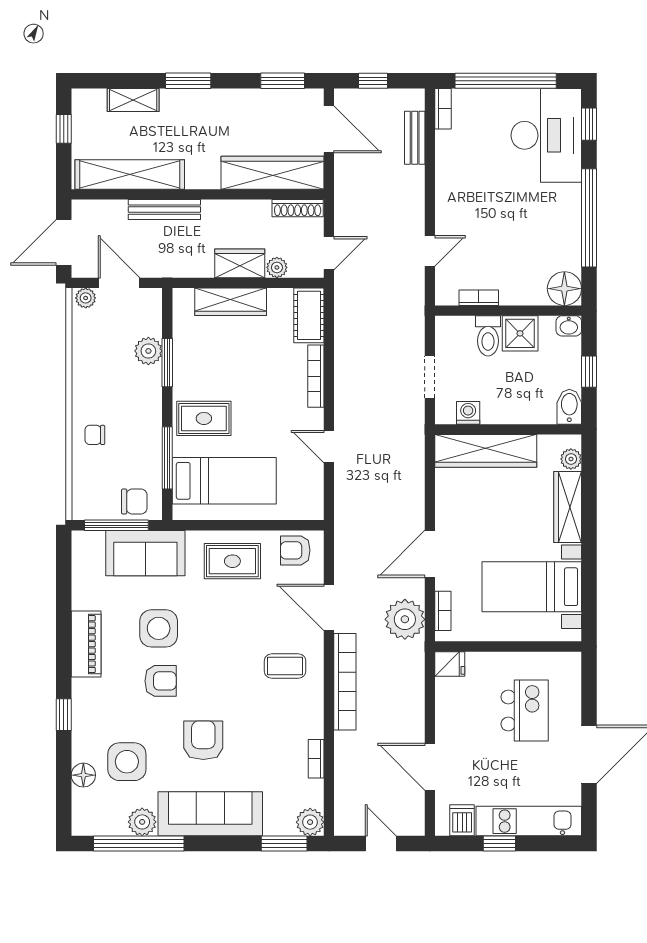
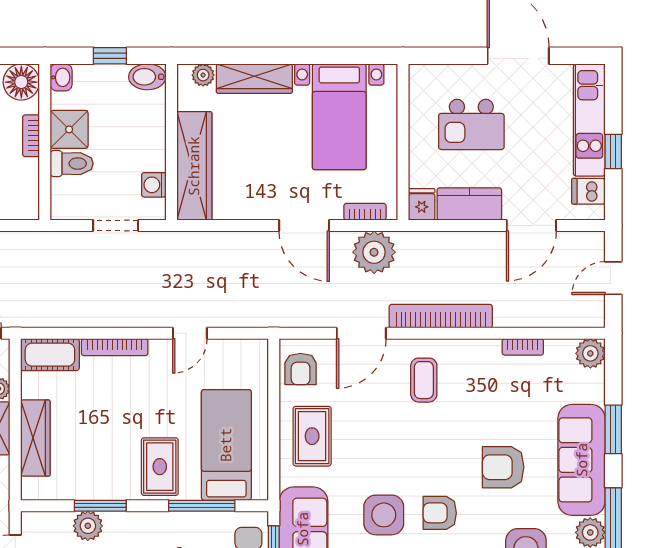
bookcase: (479, 298) -> (31, 136), moved
armchair: (161, 681) -> (440, 513), turned -90
kitchen counter: (450, 709) -> (469, 204), added
kitchen island: (525, 711) -> (471, 124), turned 180
window: (284, 843) -> (613, 429), moved

